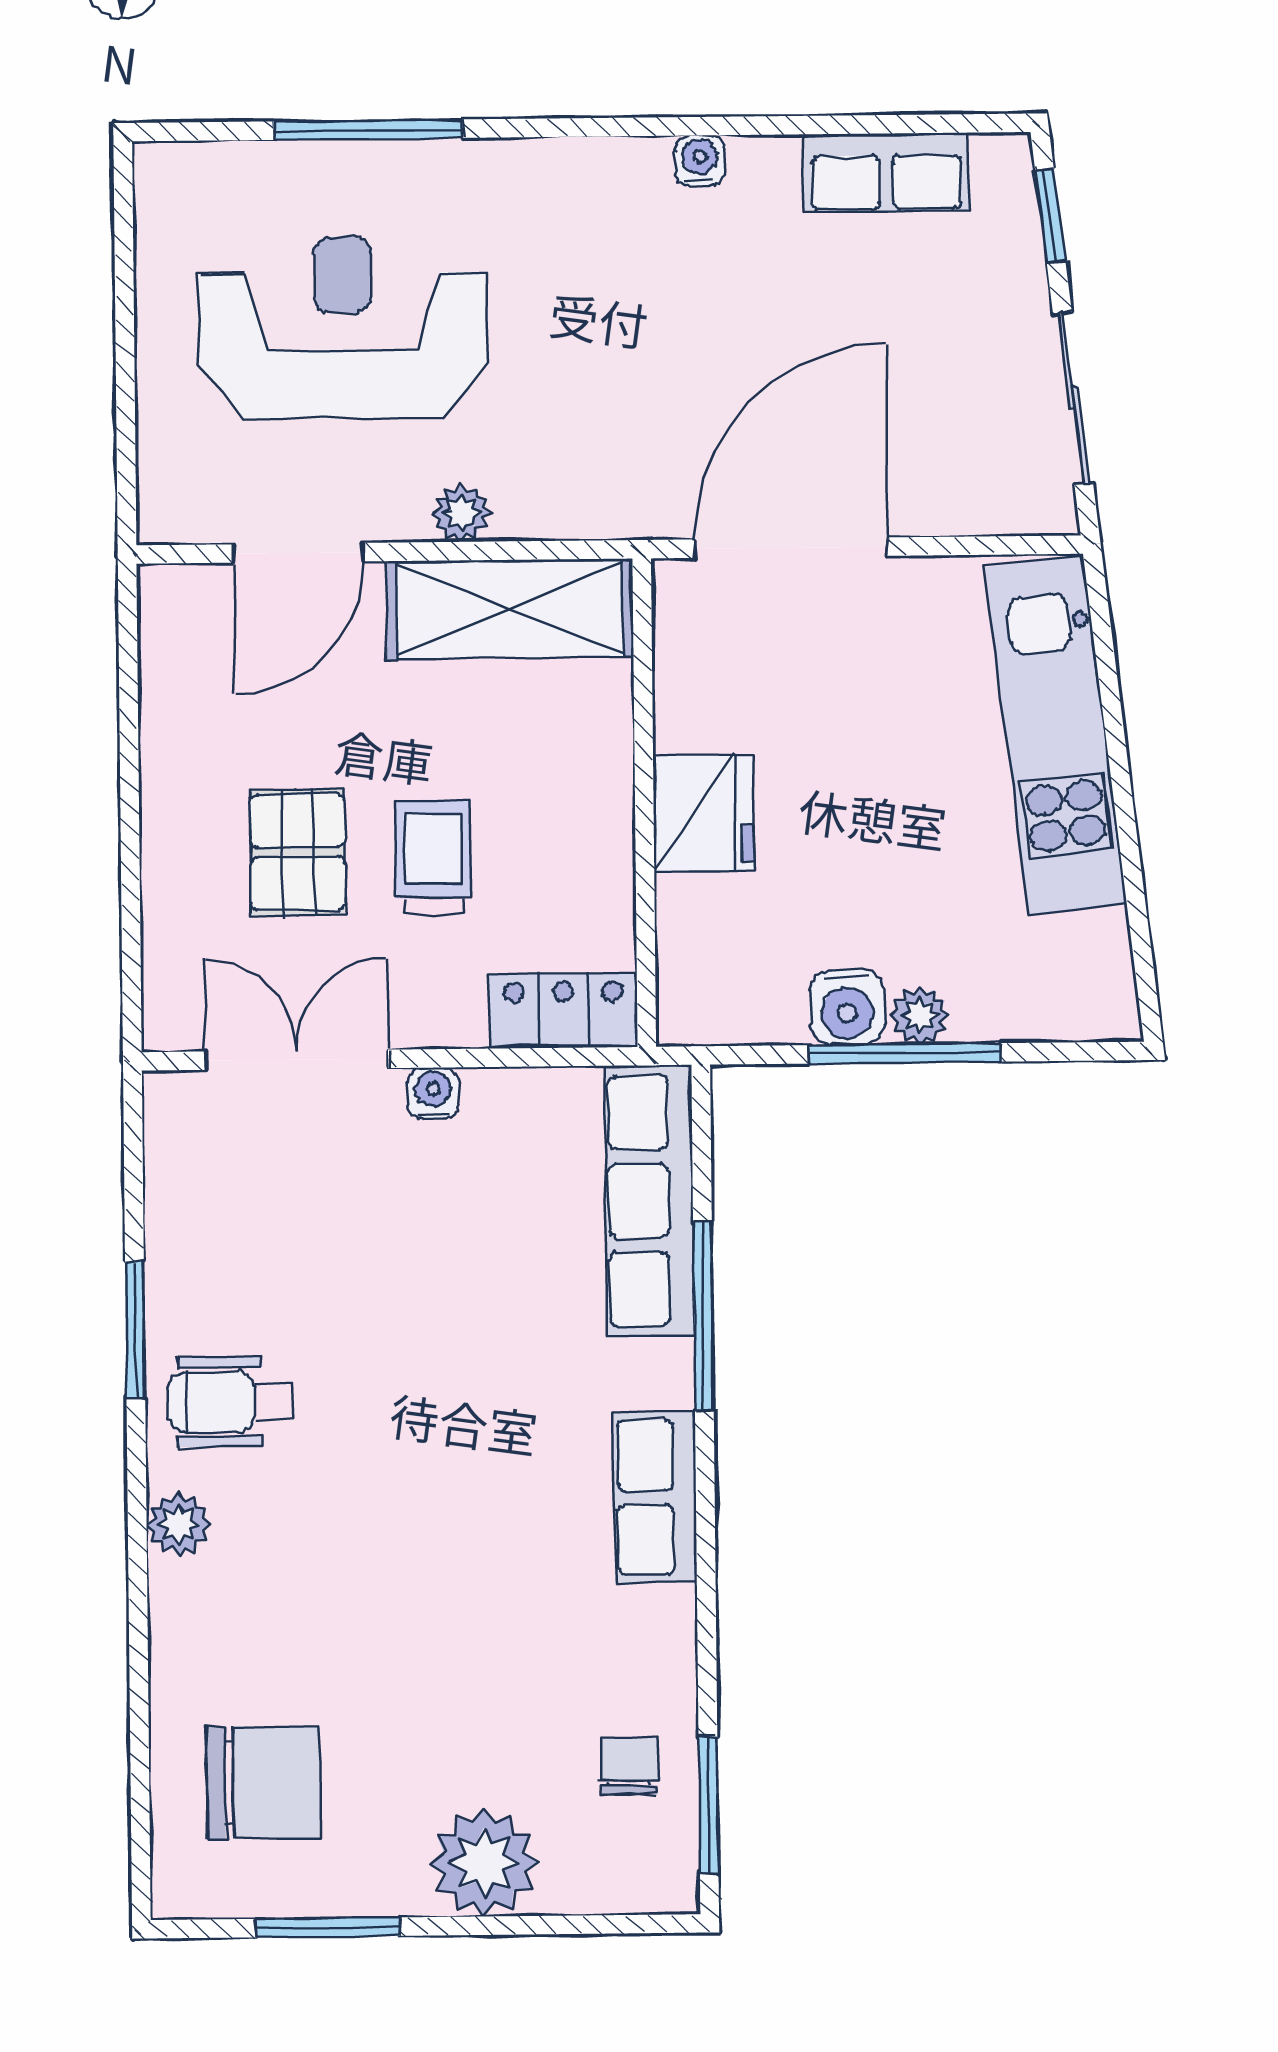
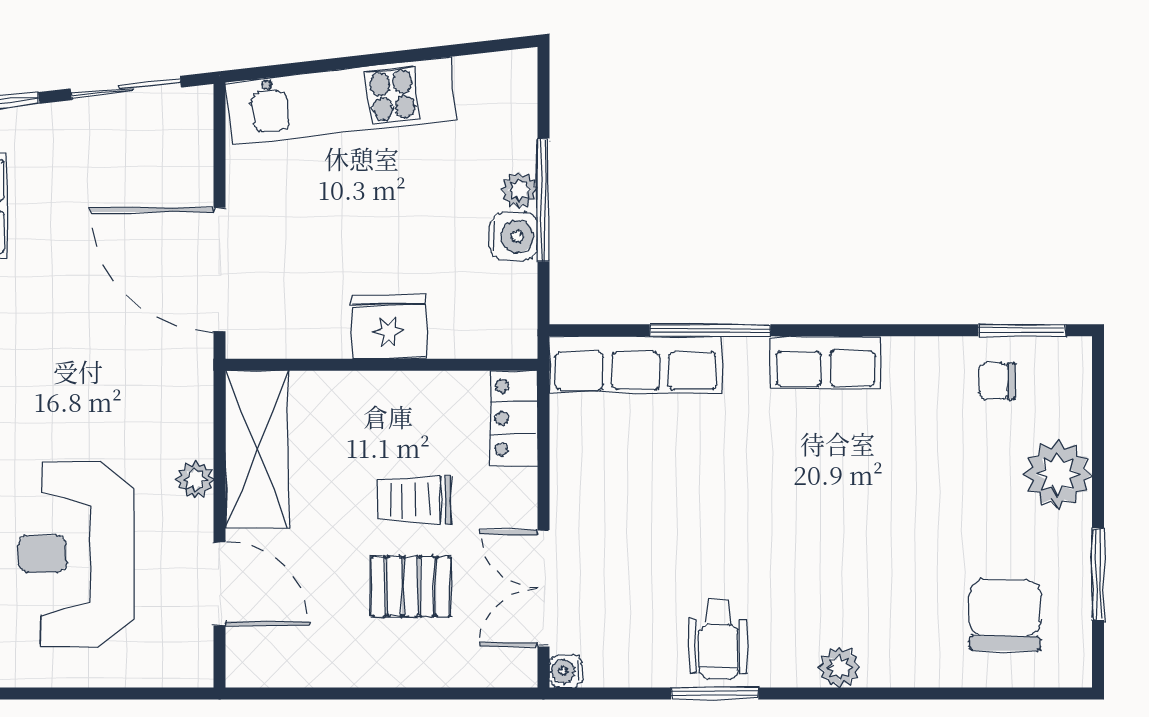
water cooler: (433, 1093) -> (566, 671), moved
wheelchair: (230, 1402) -> (718, 640), moved

